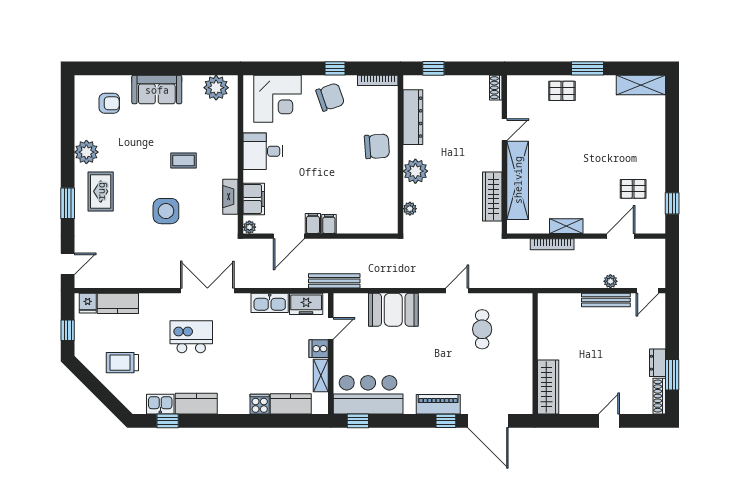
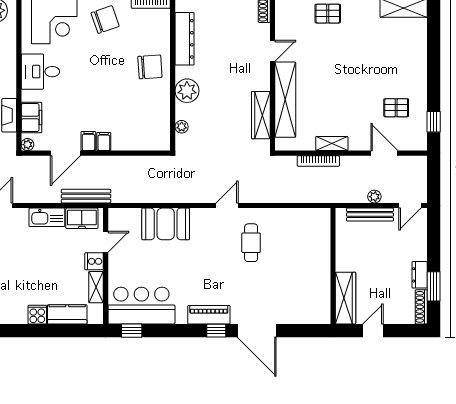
door: (621, 236) -> (384, 153), hinge flipped
bench: (334, 281) -> (86, 196), moved
wall: (535, 354) -> (333, 266), moved
wardrobe: (548, 387) -> (346, 298), moved

